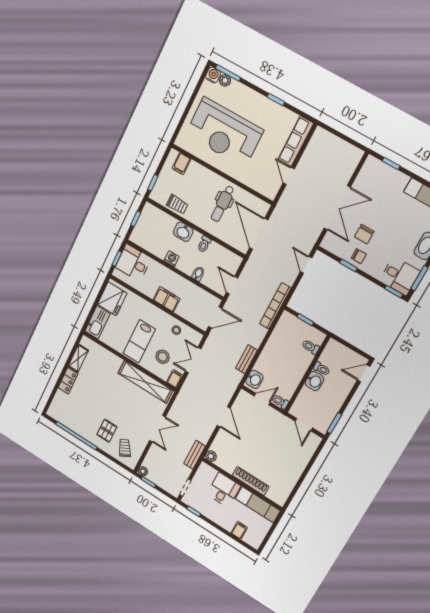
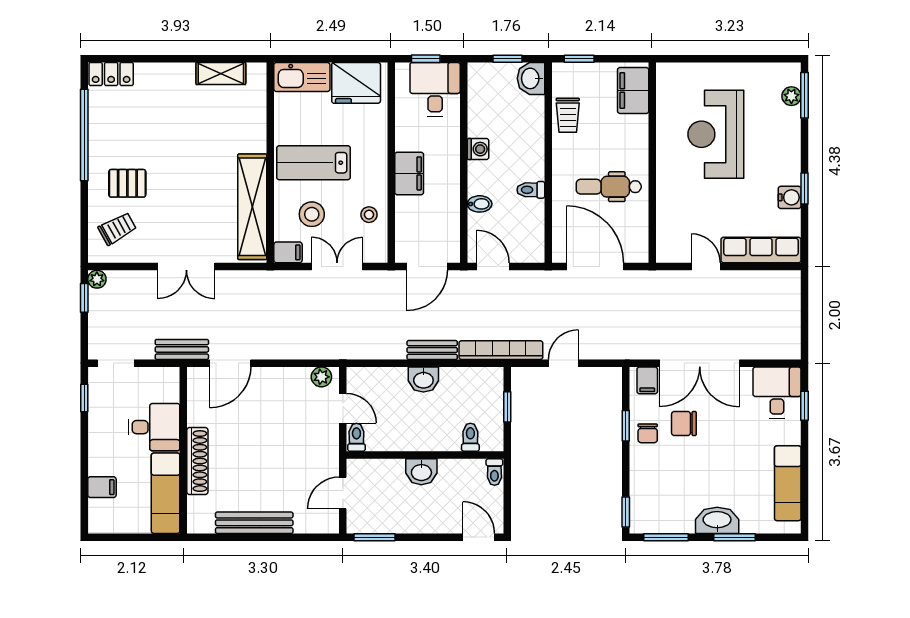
water cooler: (213, 75) -> (790, 197), moved
reception desk: (224, 132) -> (716, 134), width x0.74, depth x0.77
filing cabinet: (181, 164) -> (633, 91), width x2.00
door: (289, 176) -> (706, 267), hinge flipped
washbasin: (183, 232) -> (531, 78), moved
door: (259, 234) -> (595, 267), hinge flipped
filing cabinet: (331, 241) -> (647, 380), added
door: (306, 265) -> (563, 363), moved
desk: (400, 276) -> (777, 393), moved, turned 180
door: (232, 285) -> (493, 267), hinge flipped
door: (215, 317) -> (427, 267), hinge flipped
bench: (246, 359) -> (432, 350), moved
toilet: (322, 369) -> (494, 472), moved
washbasin: (254, 379) -> (423, 379), moved
locker: (68, 381) -> (111, 74), moved
door: (224, 417) -> (230, 363), moved
plant: (211, 456) -> (321, 377), moved
bench: (295, 474) -> (254, 523), added

